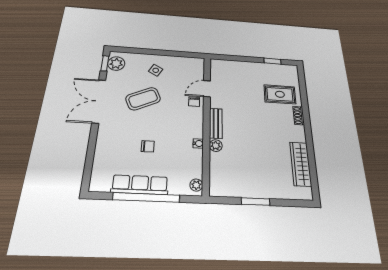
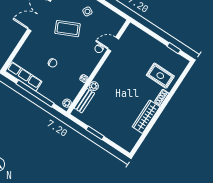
bench: (216, 123) -> (84, 101), moved
wardrobe: (301, 164) -> (146, 117), moved
row of seats: (140, 185) -> (24, 76), moved

